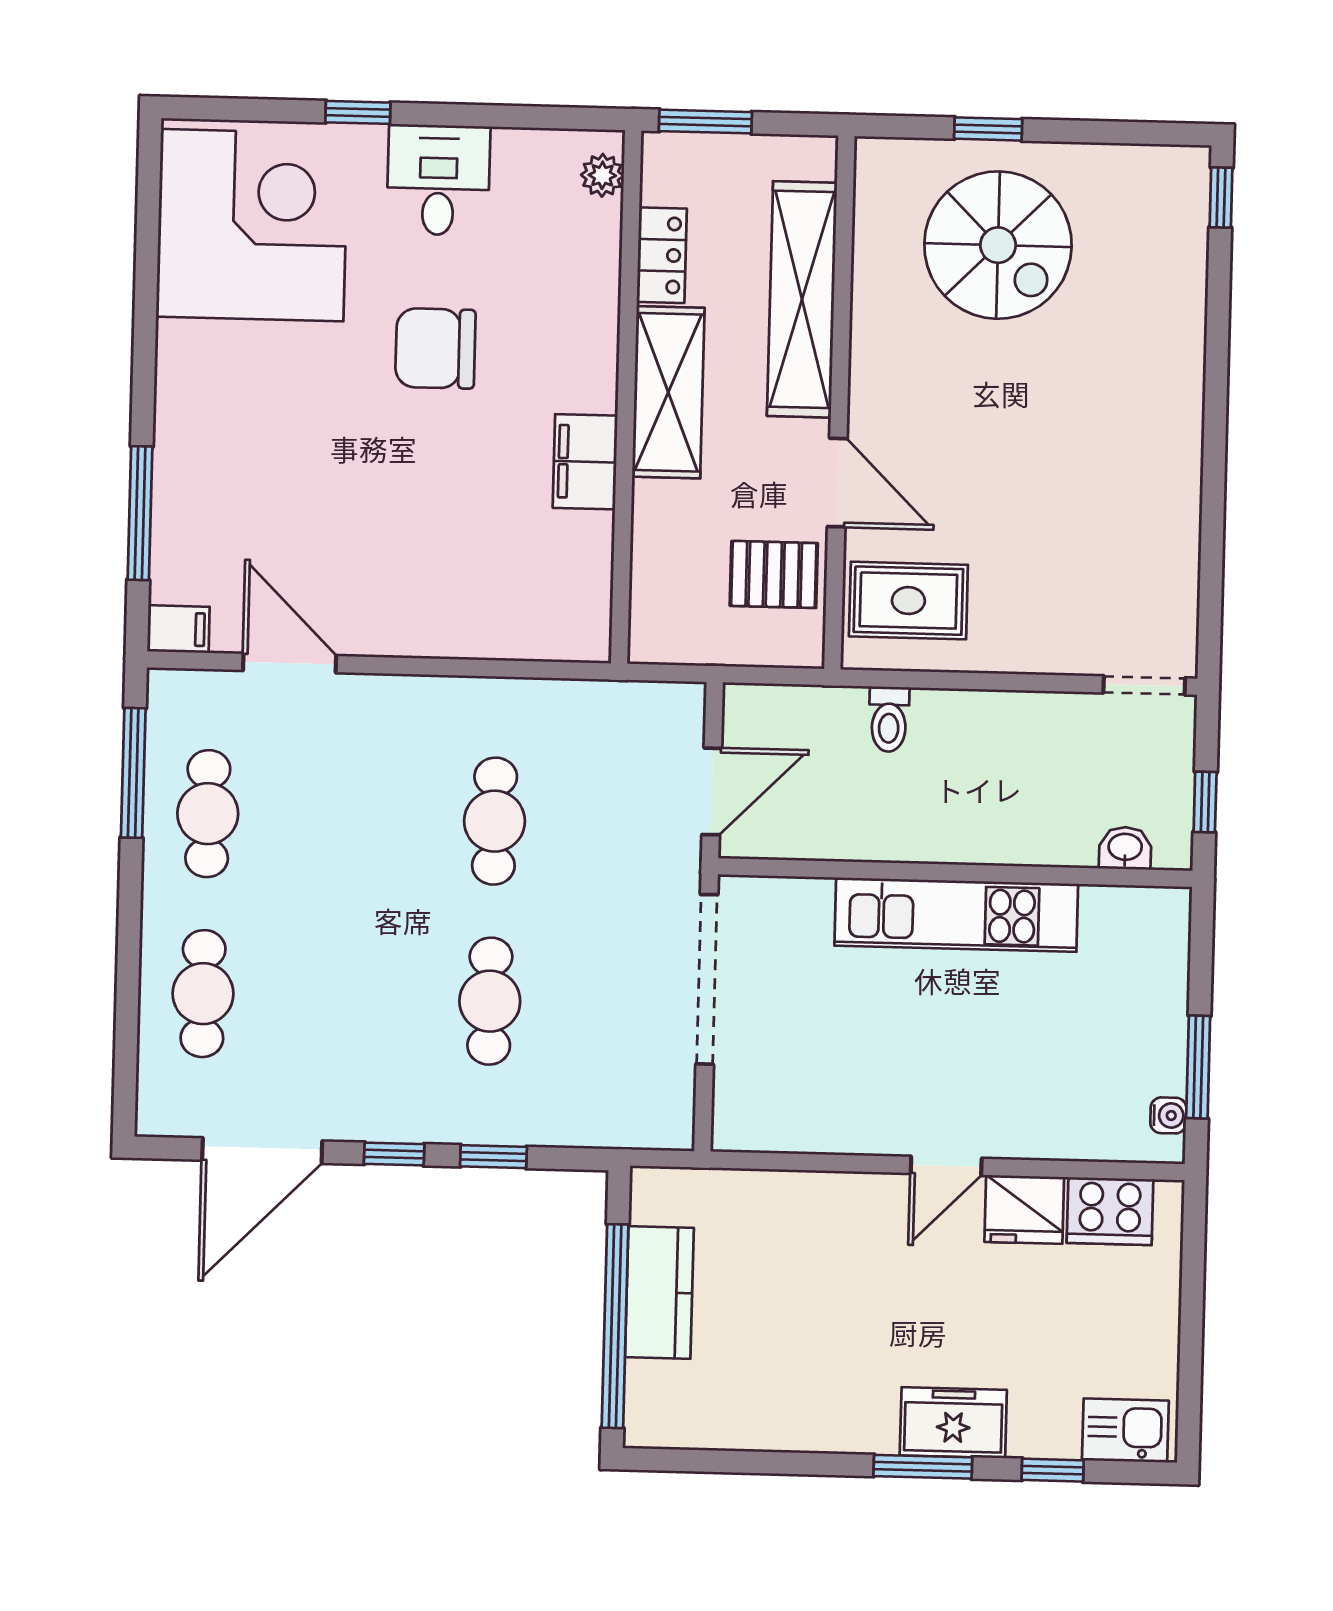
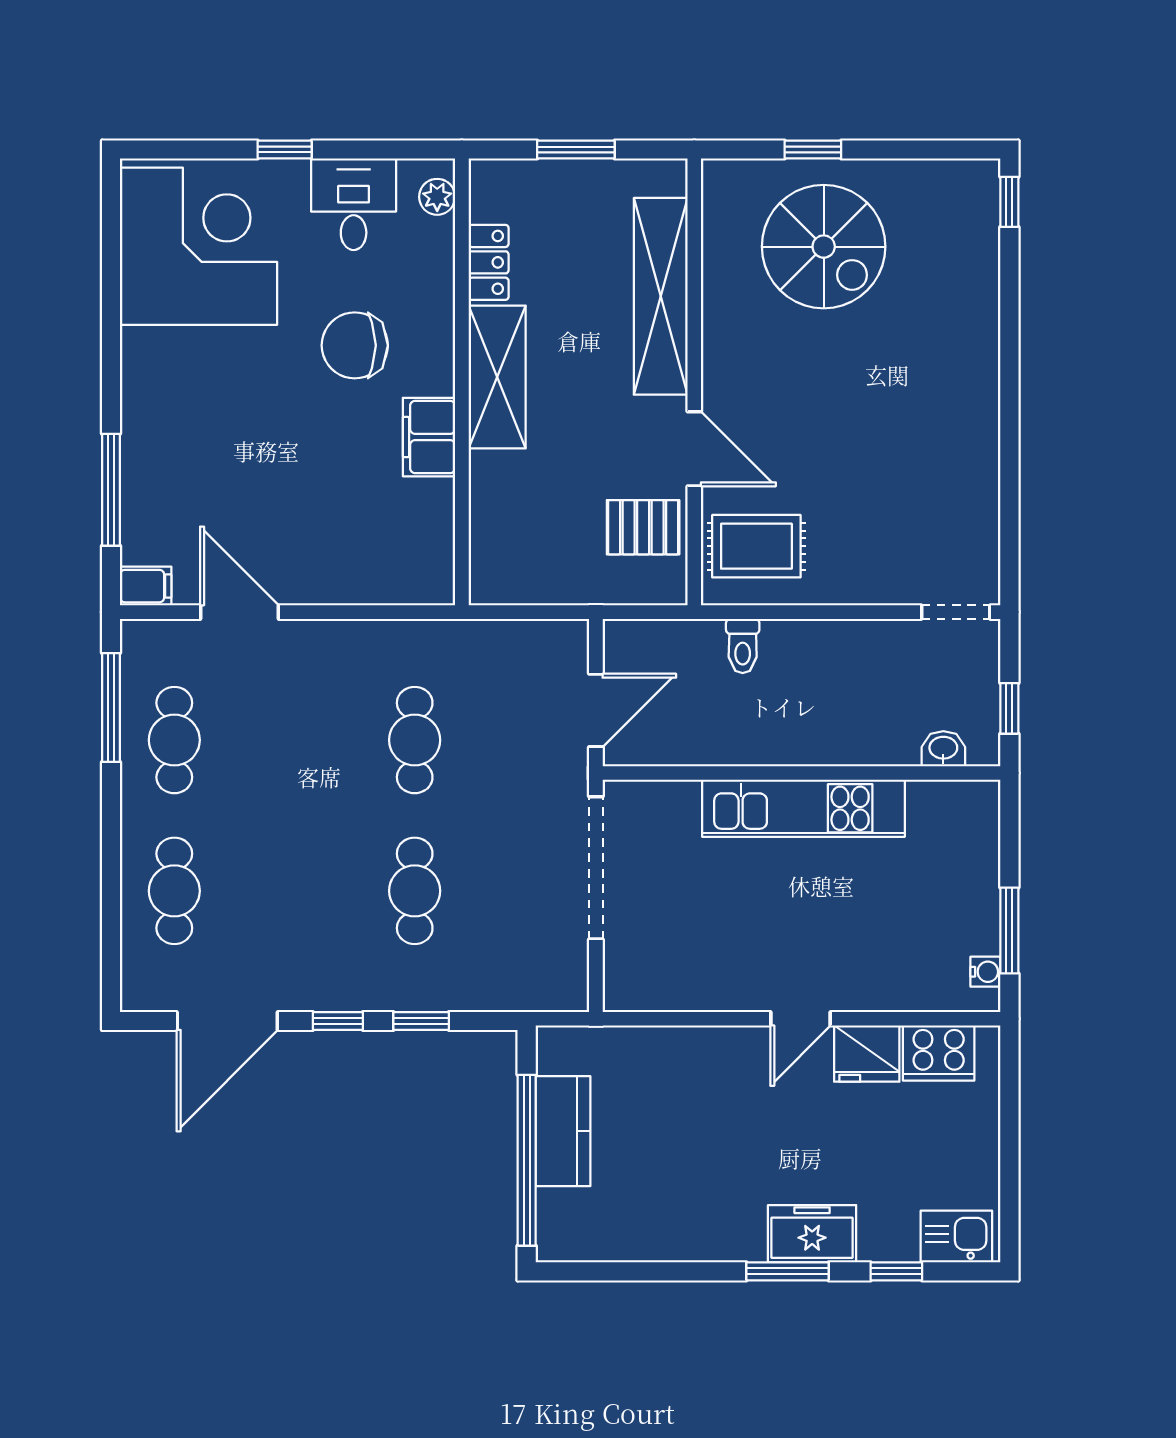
plant: (602, 175) -> (437, 197), moved
locker: (662, 255) -> (489, 262), moved
shelving: (668, 392) -> (497, 377), moved
wall: (626, 397) -> (462, 382), moved
filing cabinet: (585, 462) -> (429, 437), moved

